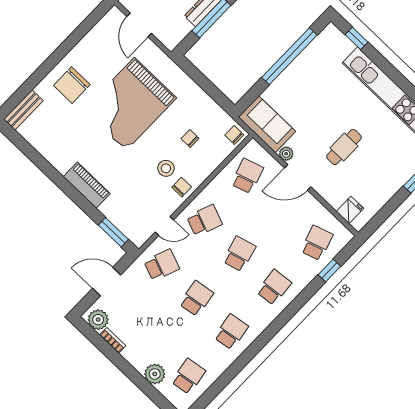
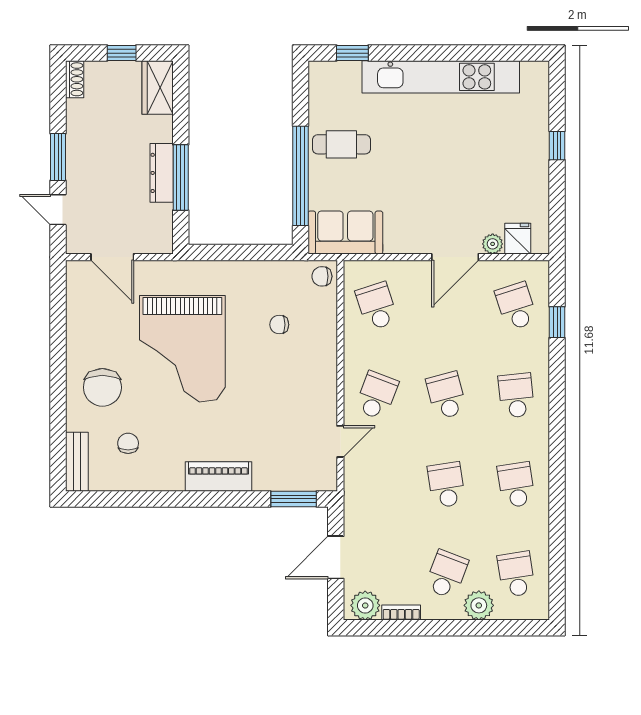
window: (289, 56) -> (300, 176), moved
cafe table: (344, 147) -> (341, 144), moved, turned 90
plant: (286, 154) -> (493, 244), moved
stool: (166, 168) -> (284, 380), removed
door: (298, 177) -> (455, 257), moved
chair: (182, 187) -> (128, 443), moved
school desk: (162, 265) -> (446, 574), moved

